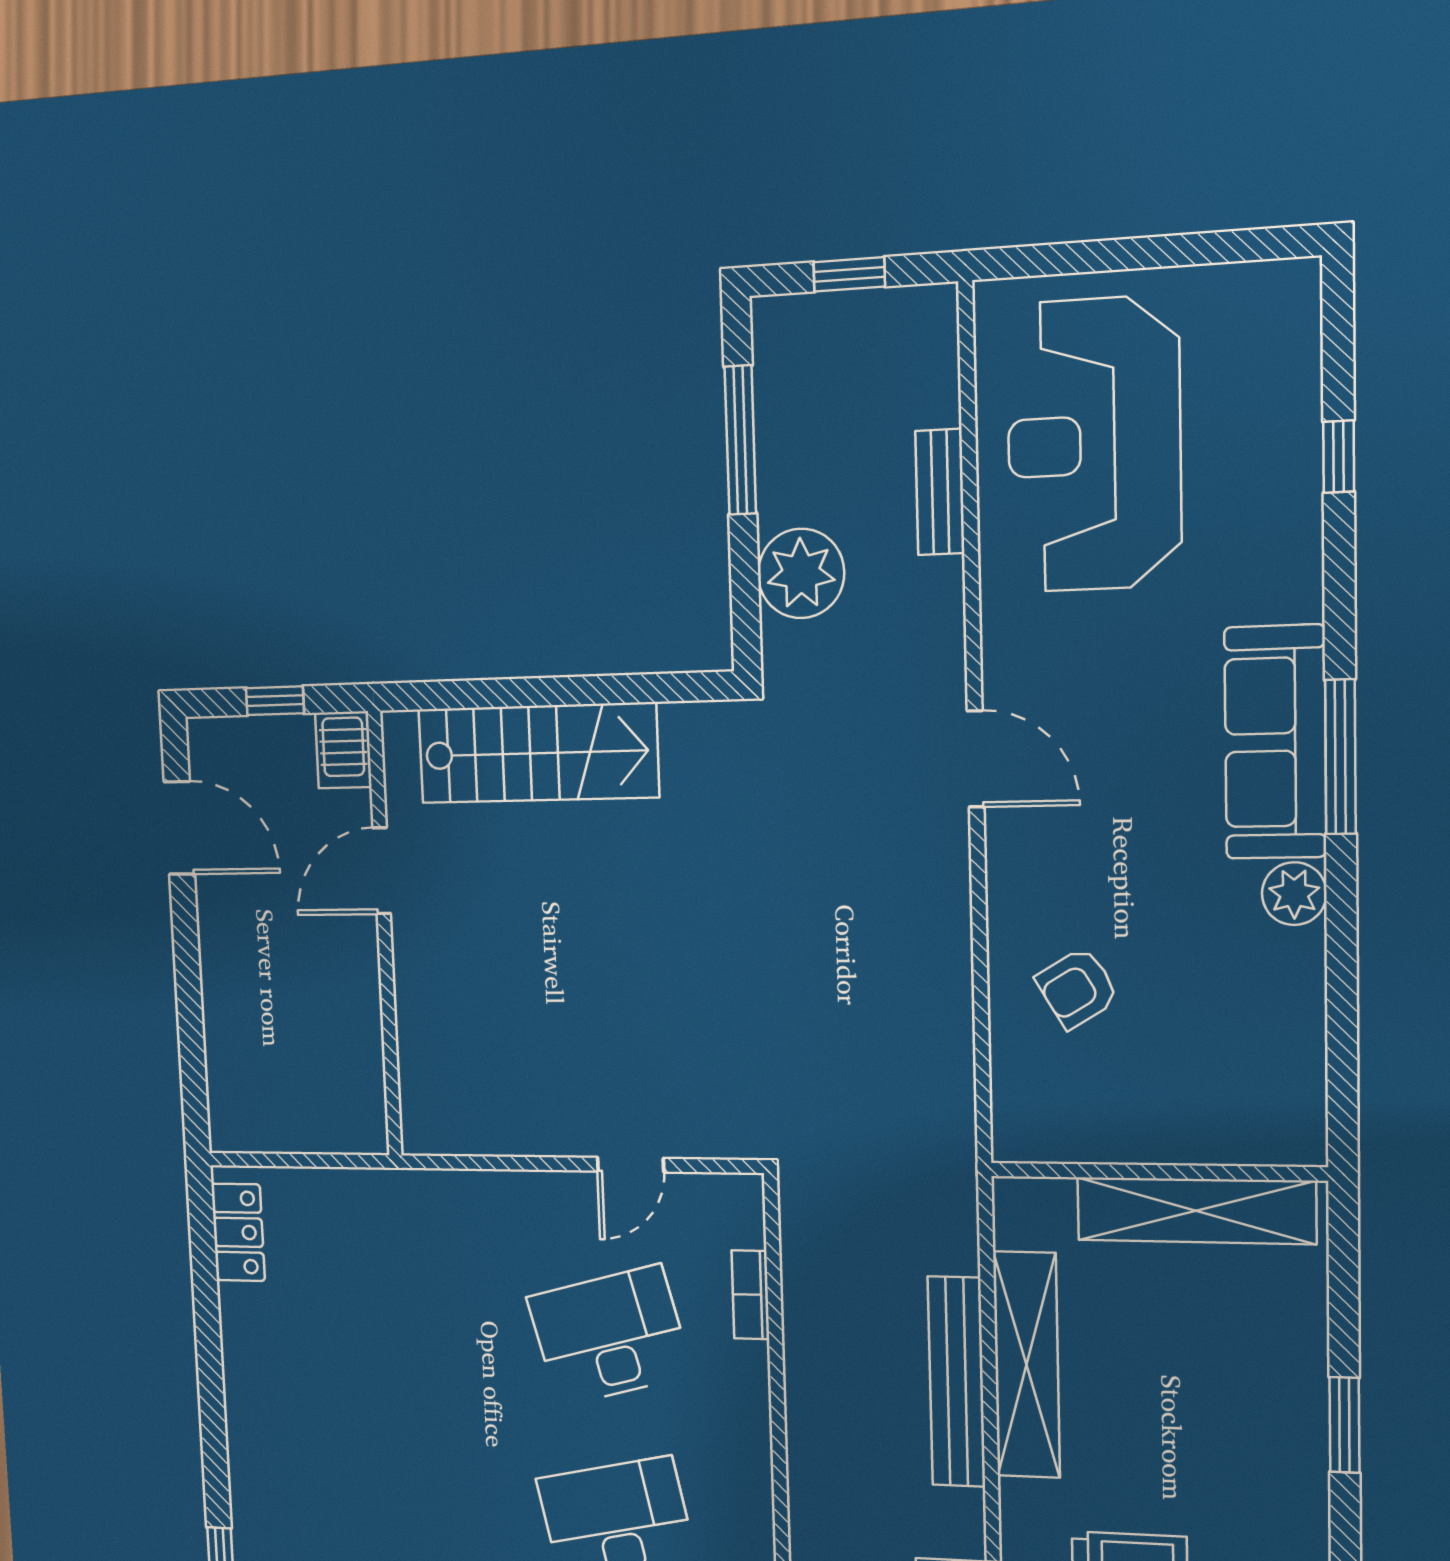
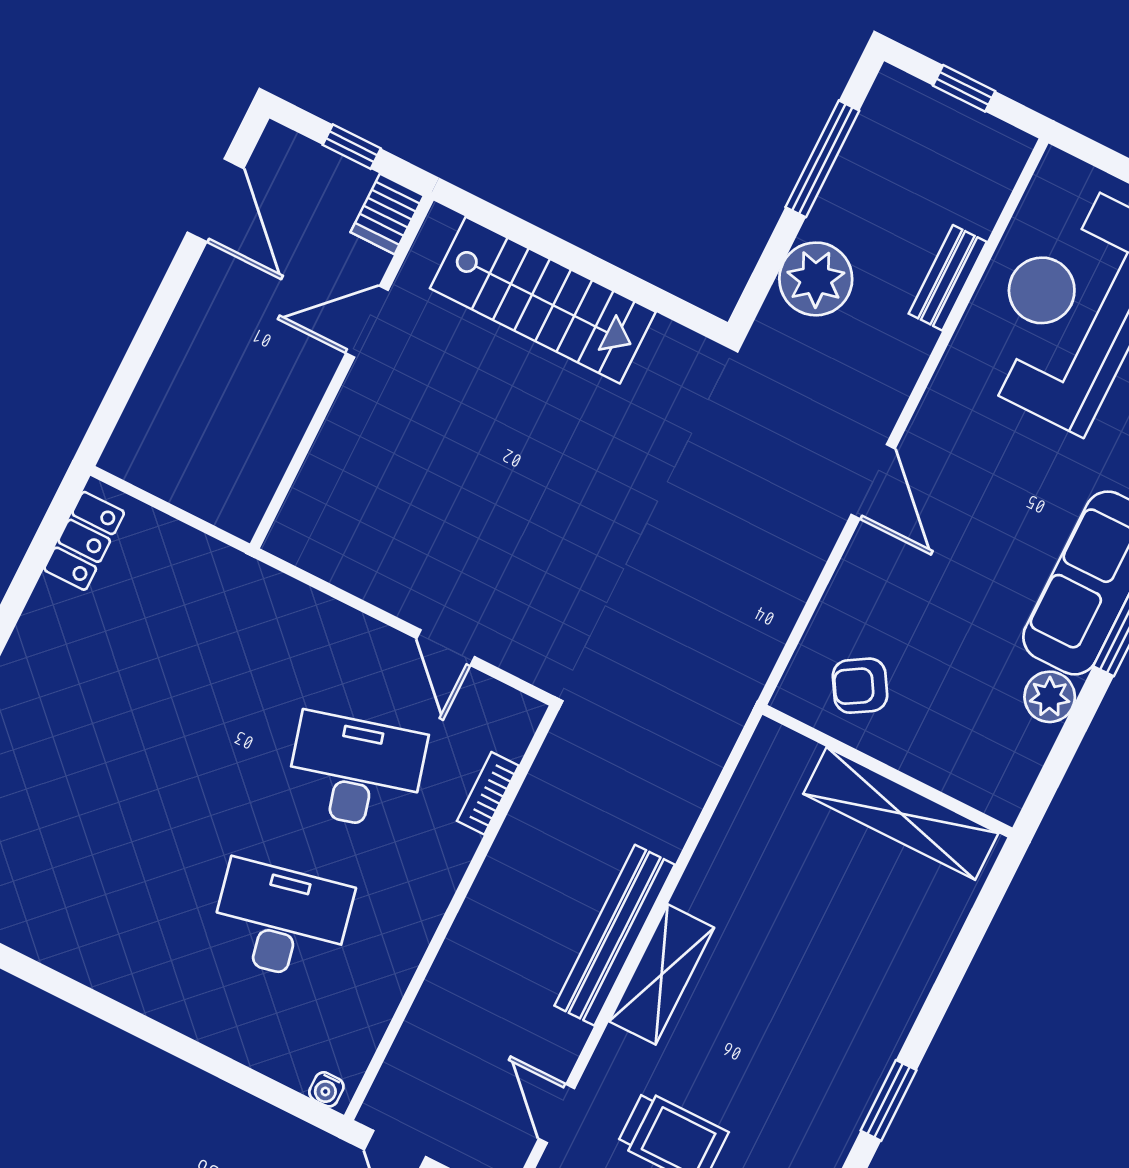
door: (631, 1165) -> (446, 648), hinge flipped
wall: (1157, 1172) -> (887, 771), moved
shelving: (1196, 1211) -> (901, 813), moved
shelving: (1026, 1365) -> (662, 974), width x0.68

